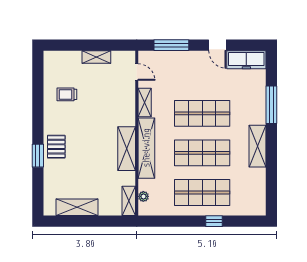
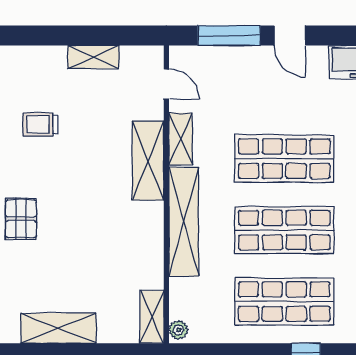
door: (217, 45) -> (290, 36), moved
shelving: (127, 149) -> (148, 161), moved
plant: (143, 196) -> (178, 330), moved

